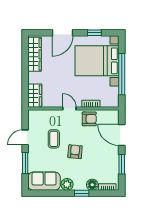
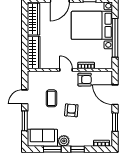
wardrobe: (35, 96) -> (34, 52), width x1.50
floor lamp: (92, 185) -> (87, 141), removed
window: (55, 193) -> (52, 149), added

